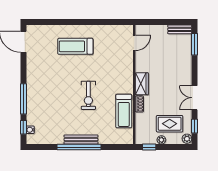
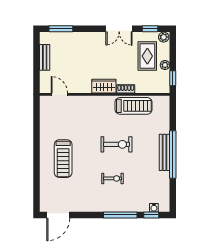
bench: (180, 29) -> (45, 57), moved
exercise bike: (57, 92) -> (113, 178), added

